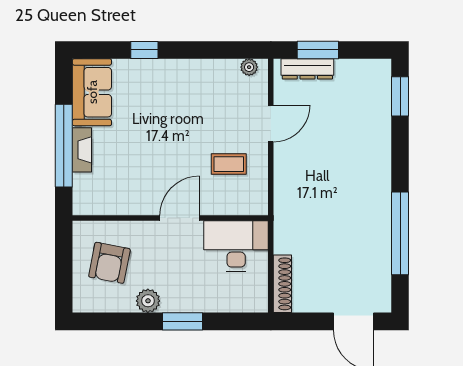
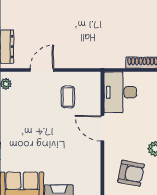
door: (271, 123) -> (42, 70), hinge flipped

